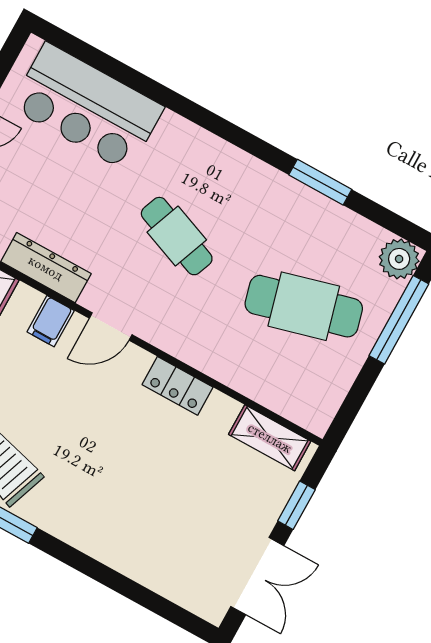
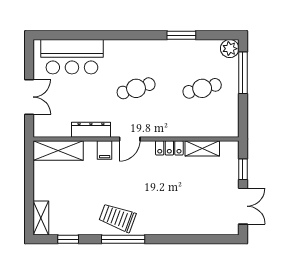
cafe table: (177, 236) -> (136, 88), turned -39
cafe table: (304, 306) -> (202, 88), width x0.73, depth x0.74
shelving: (270, 438) -> (202, 148), moved

